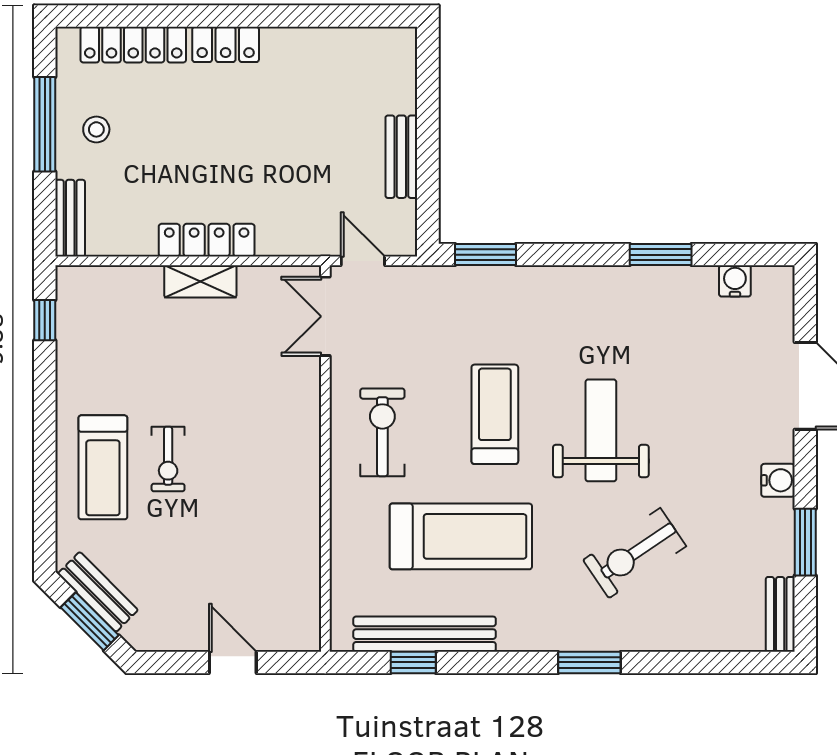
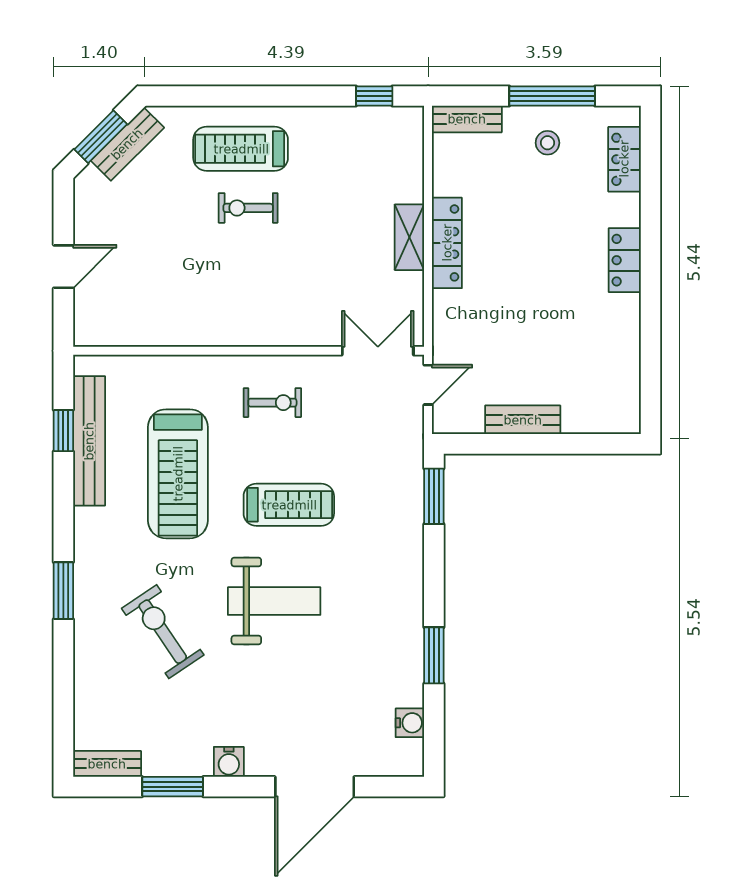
locker: (133, 45) -> (624, 159), width x0.66
exercise bike: (382, 432) -> (272, 403), width x0.73, depth x0.72

